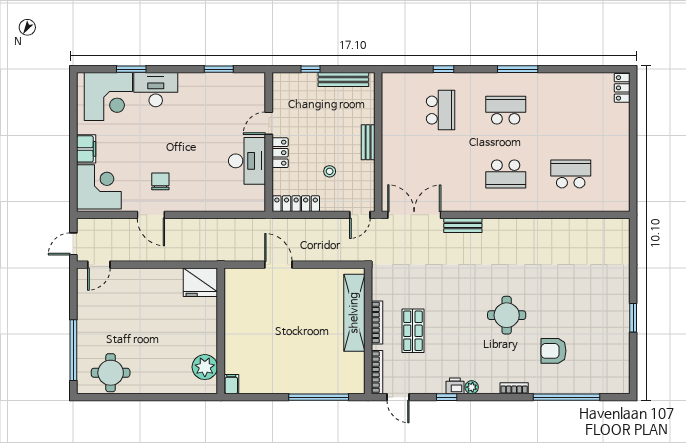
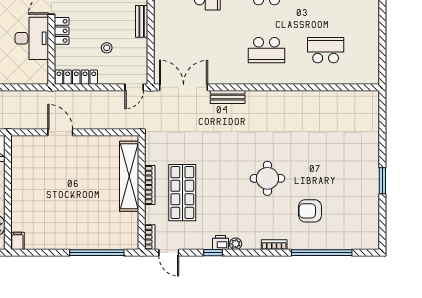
shop shelf: (413, 331) -> (182, 193), width x1.43, depth x1.36
bookcase: (377, 372) -> (150, 237), width x0.64

